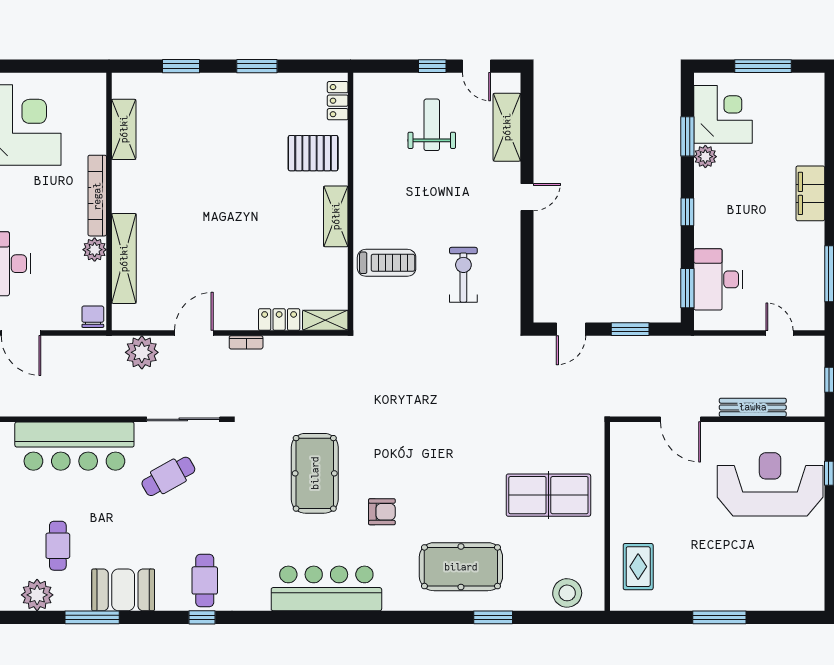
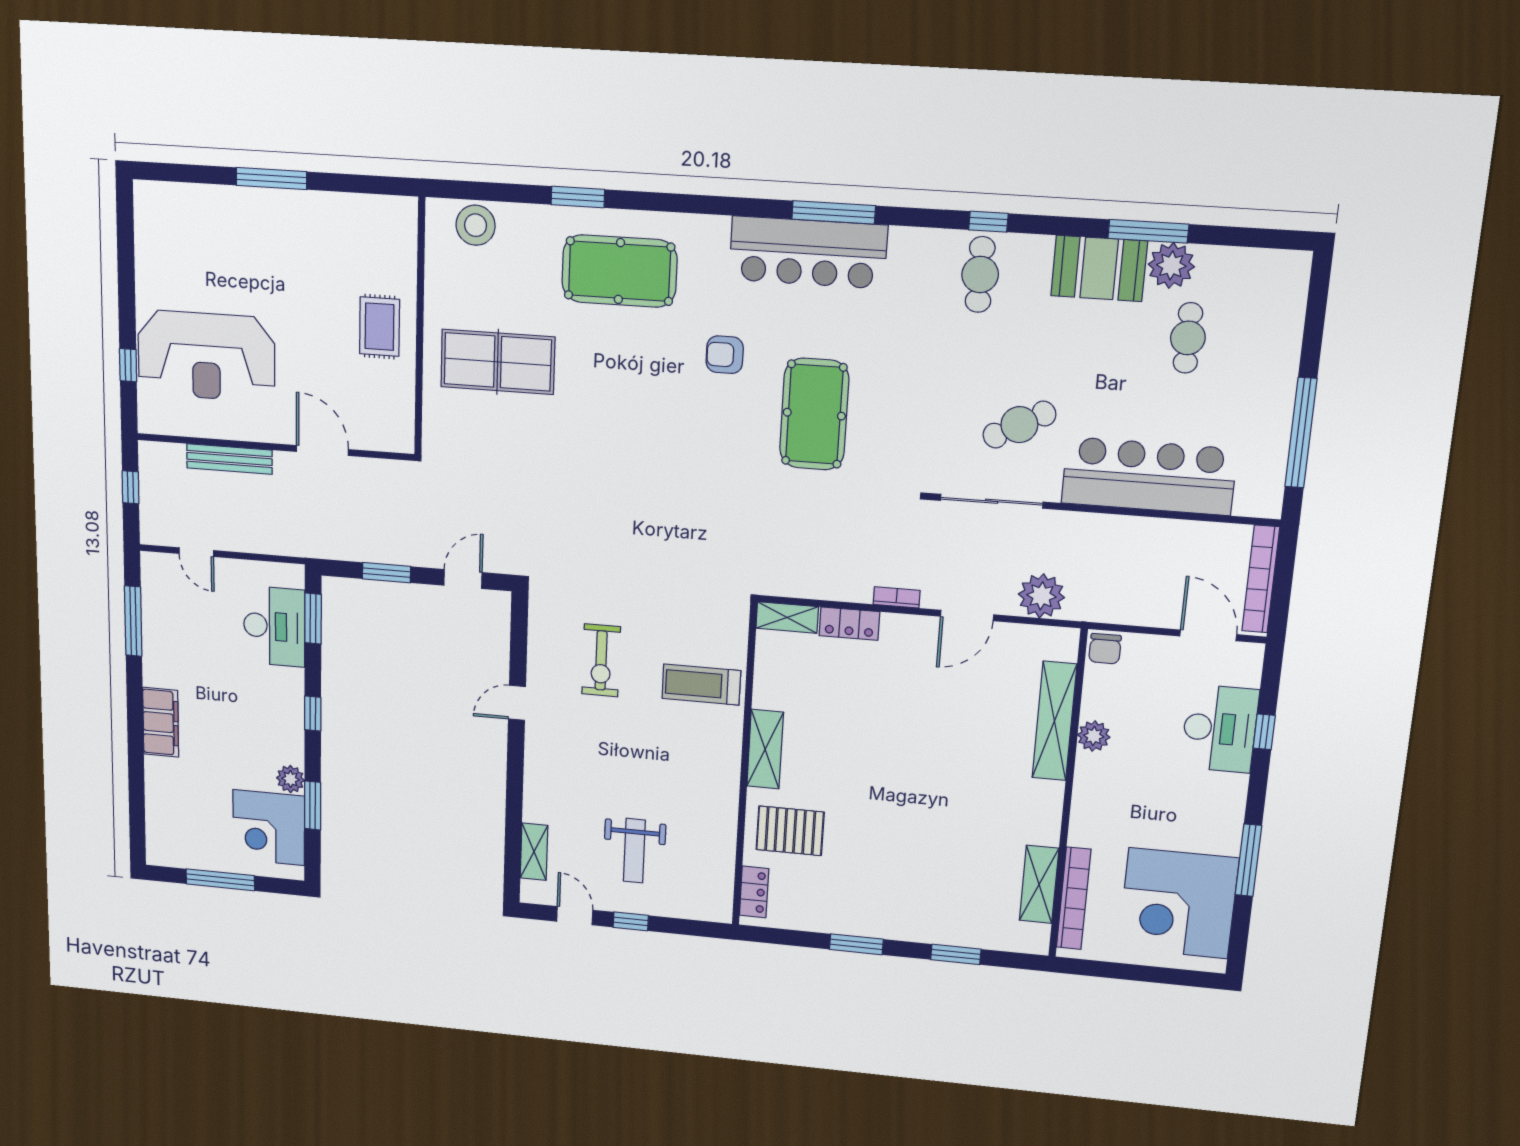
shelving: (507, 127) -> (534, 852), width x0.67, depth x0.75
bookcase: (97, 196) -> (1074, 898), moved
door: (527, 197) -> (517, 703), moved
rug: (638, 567) -> (380, 327), moved
plant: (37, 595) -> (1171, 265), moved
window: (310, 617) -> (834, 212), added

